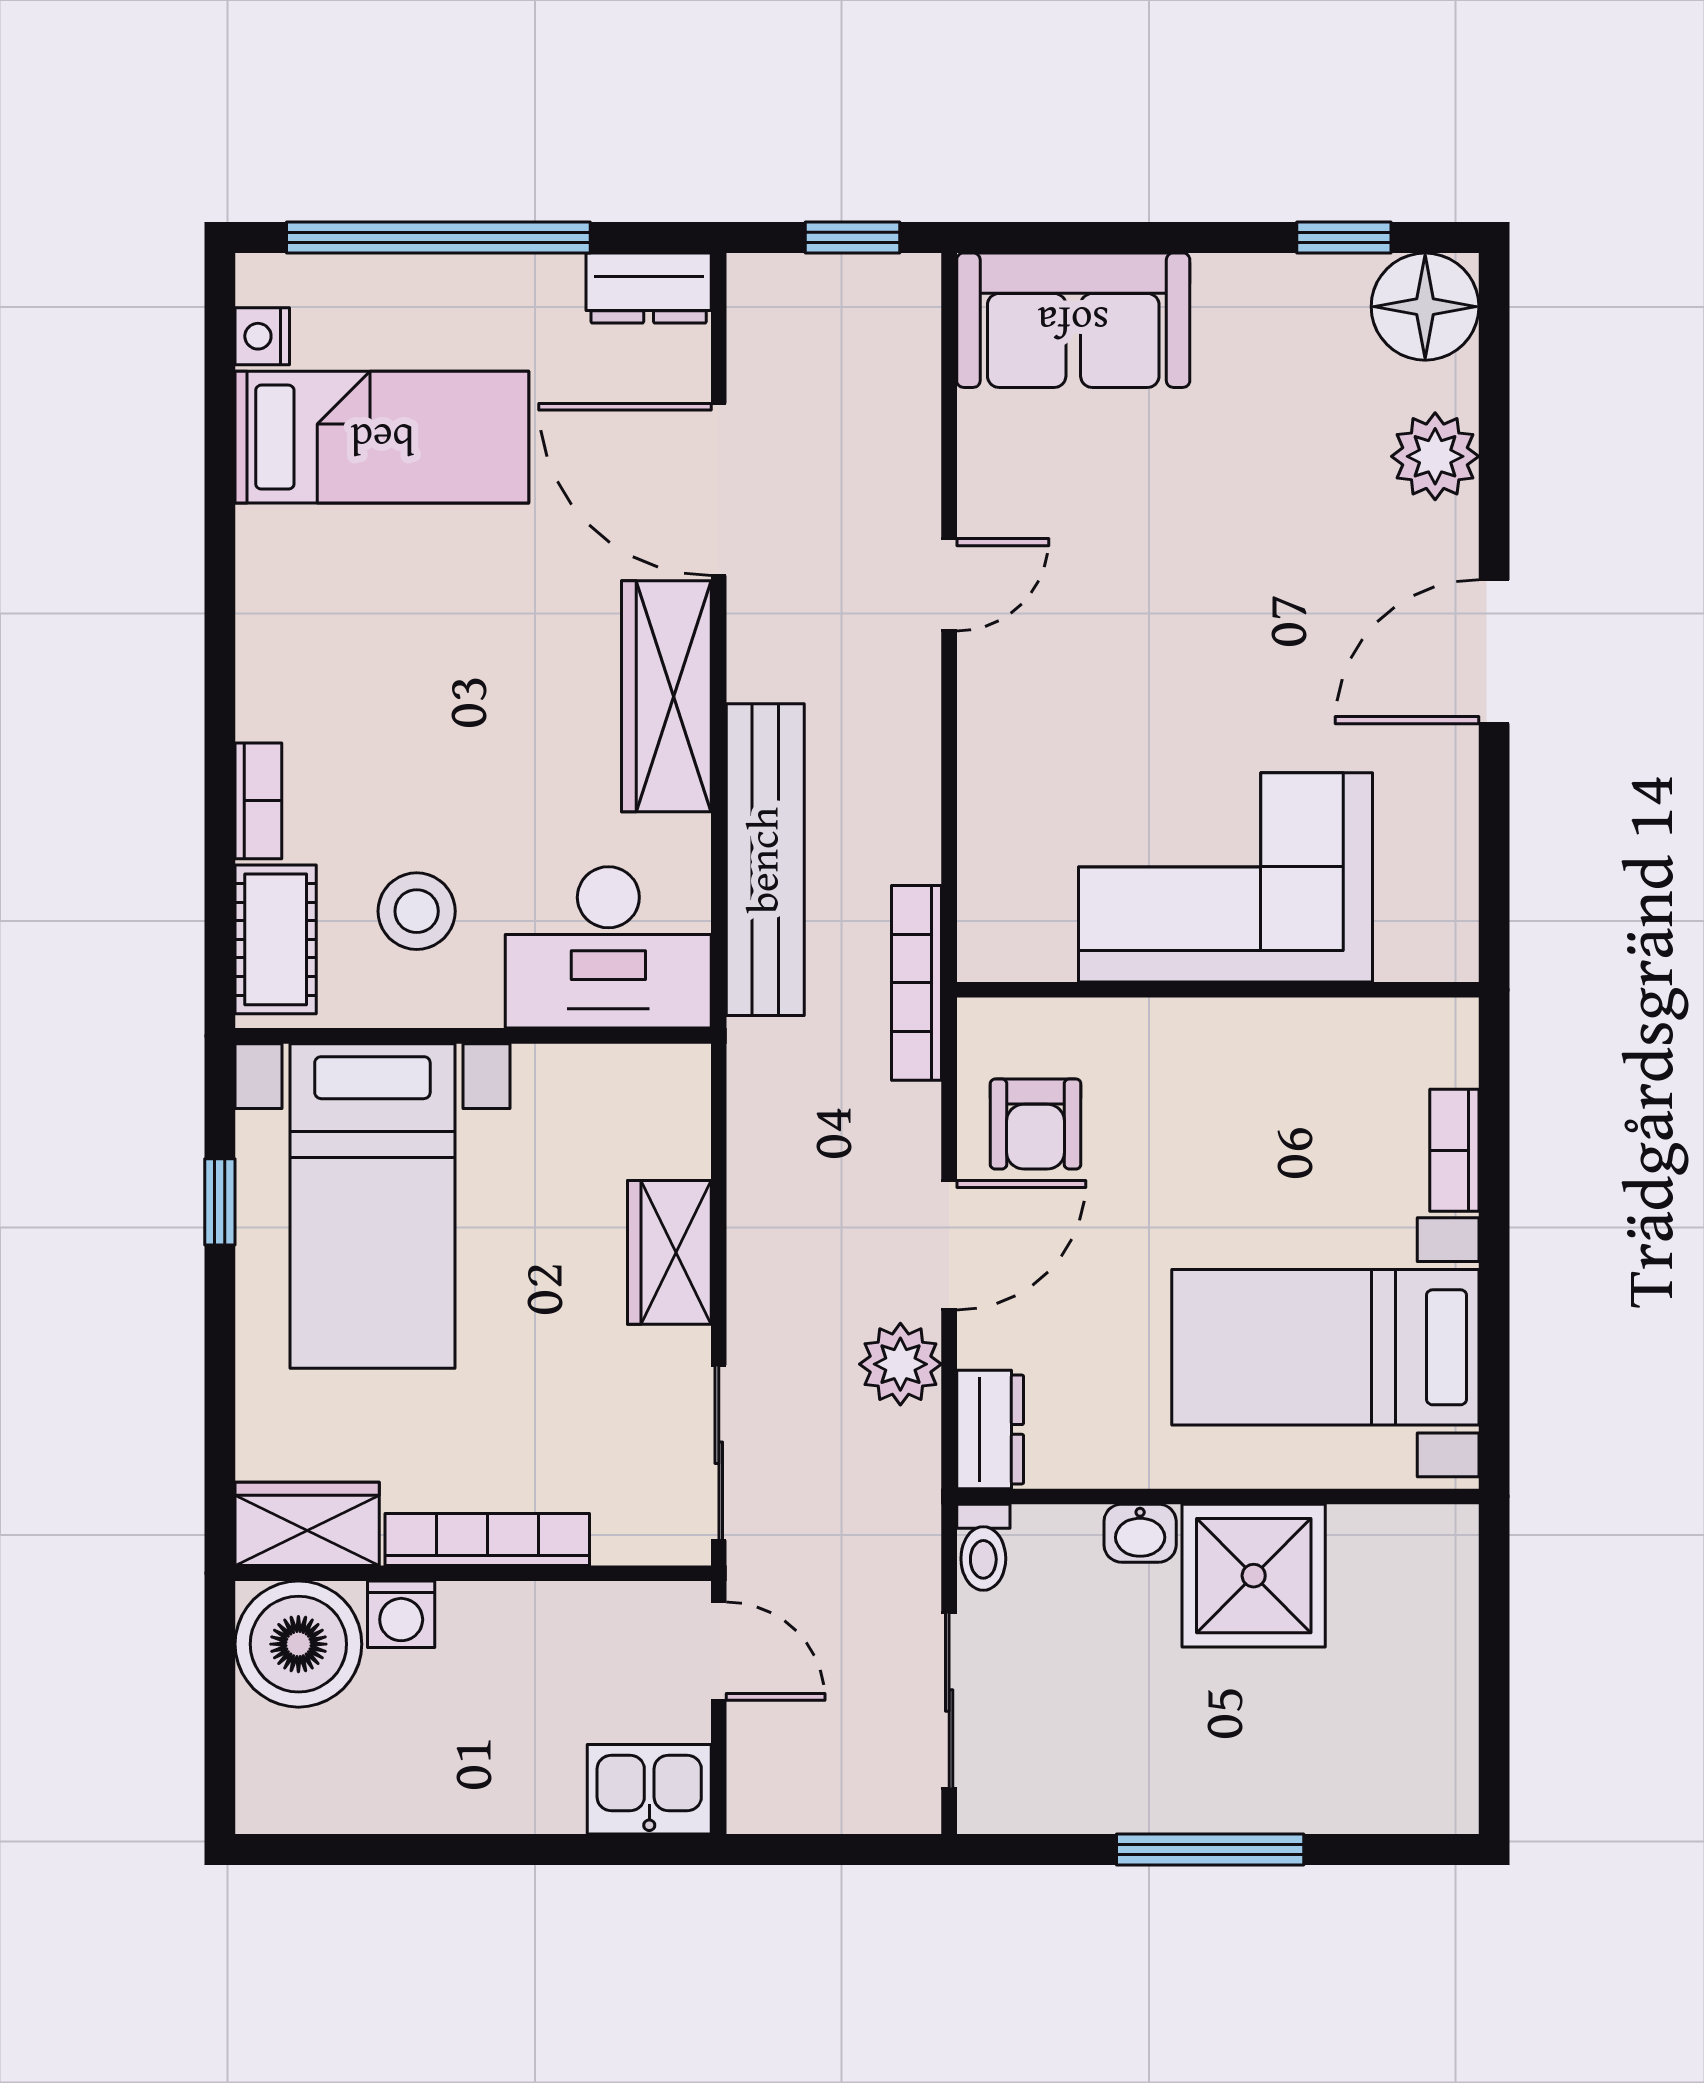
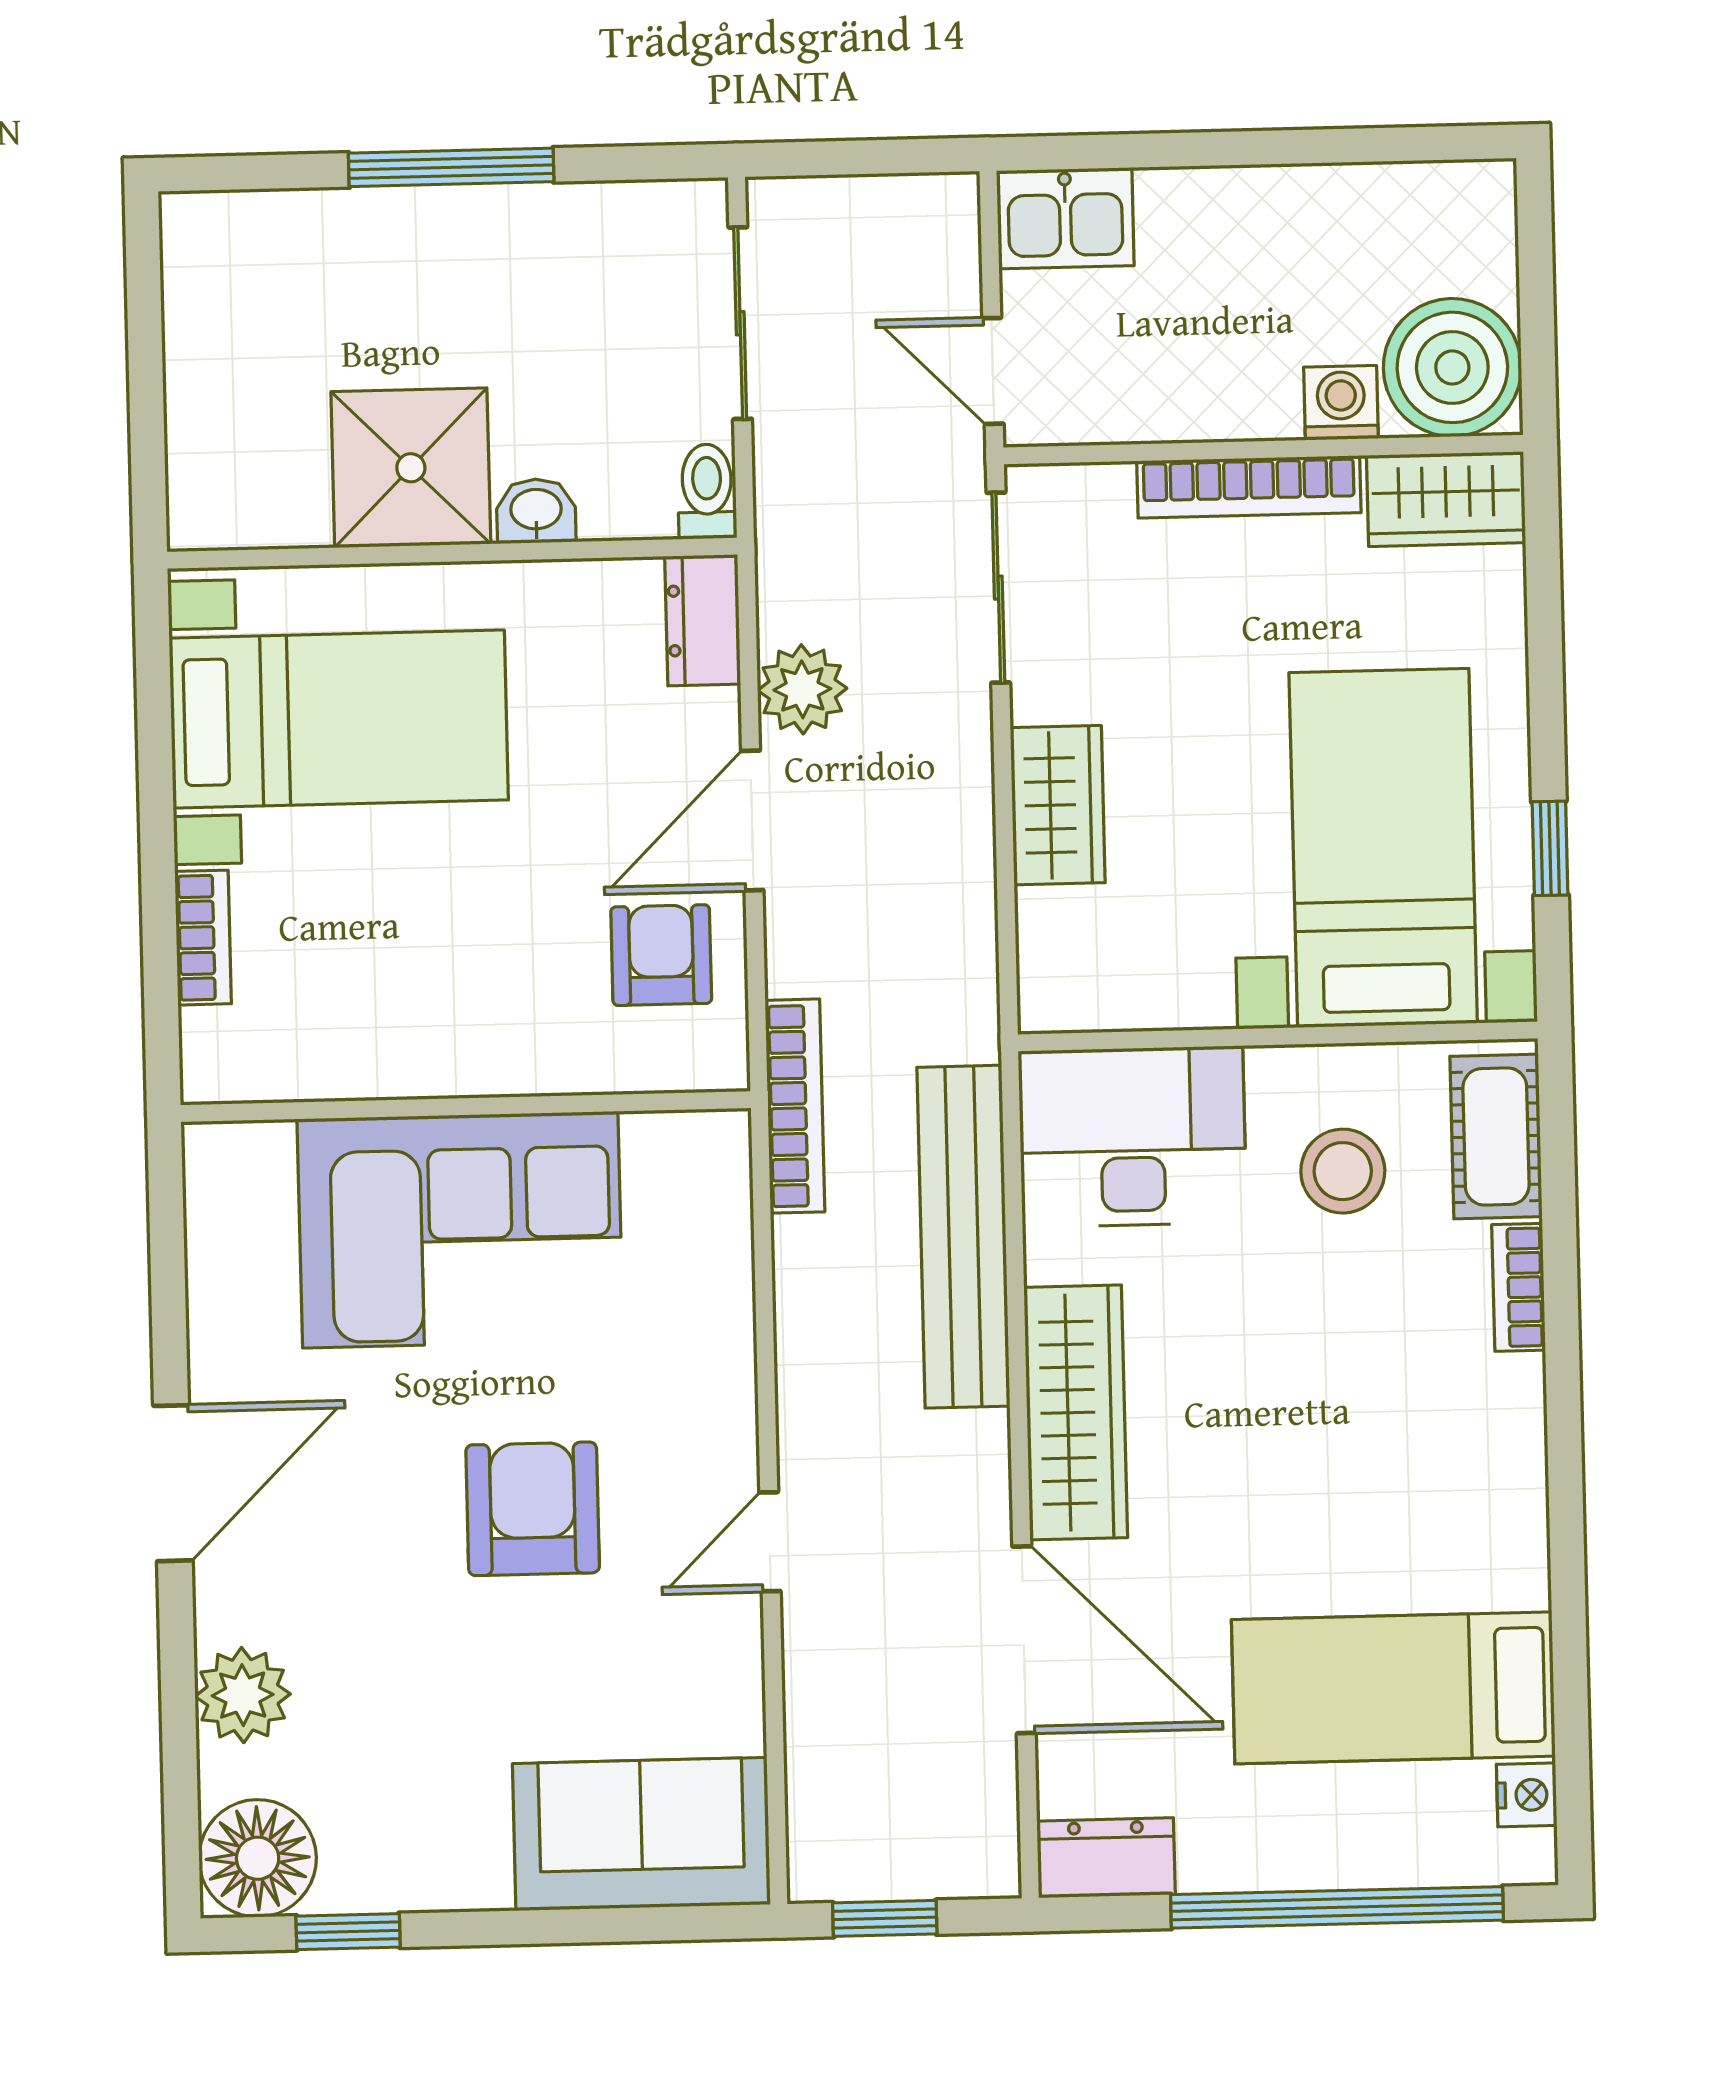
armchair: (1166, 620) -> (533, 1509), added

